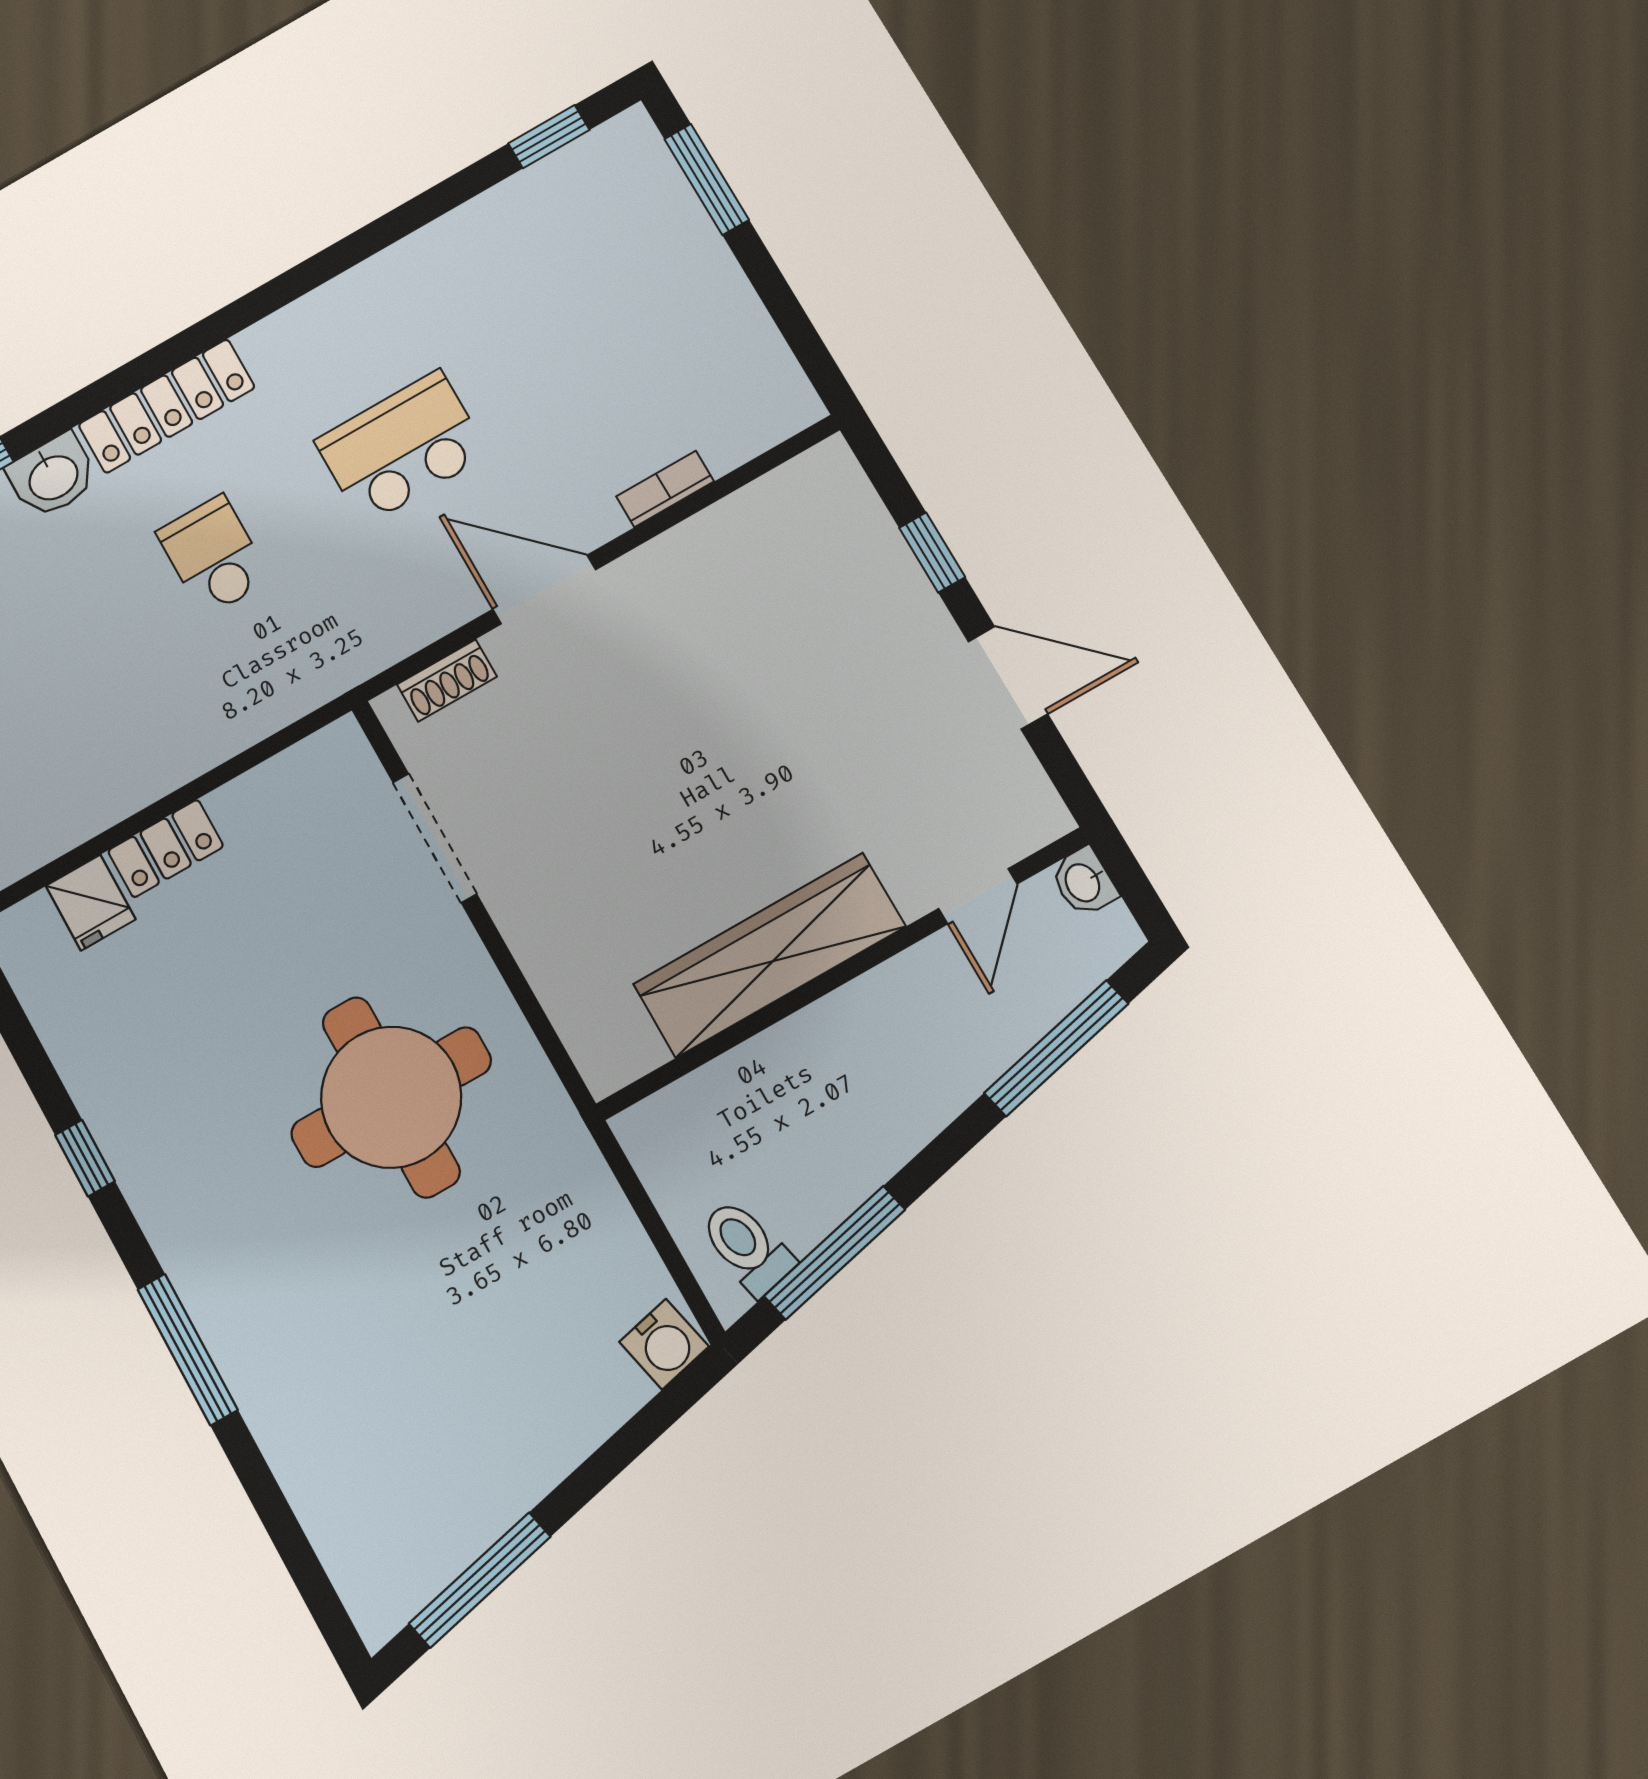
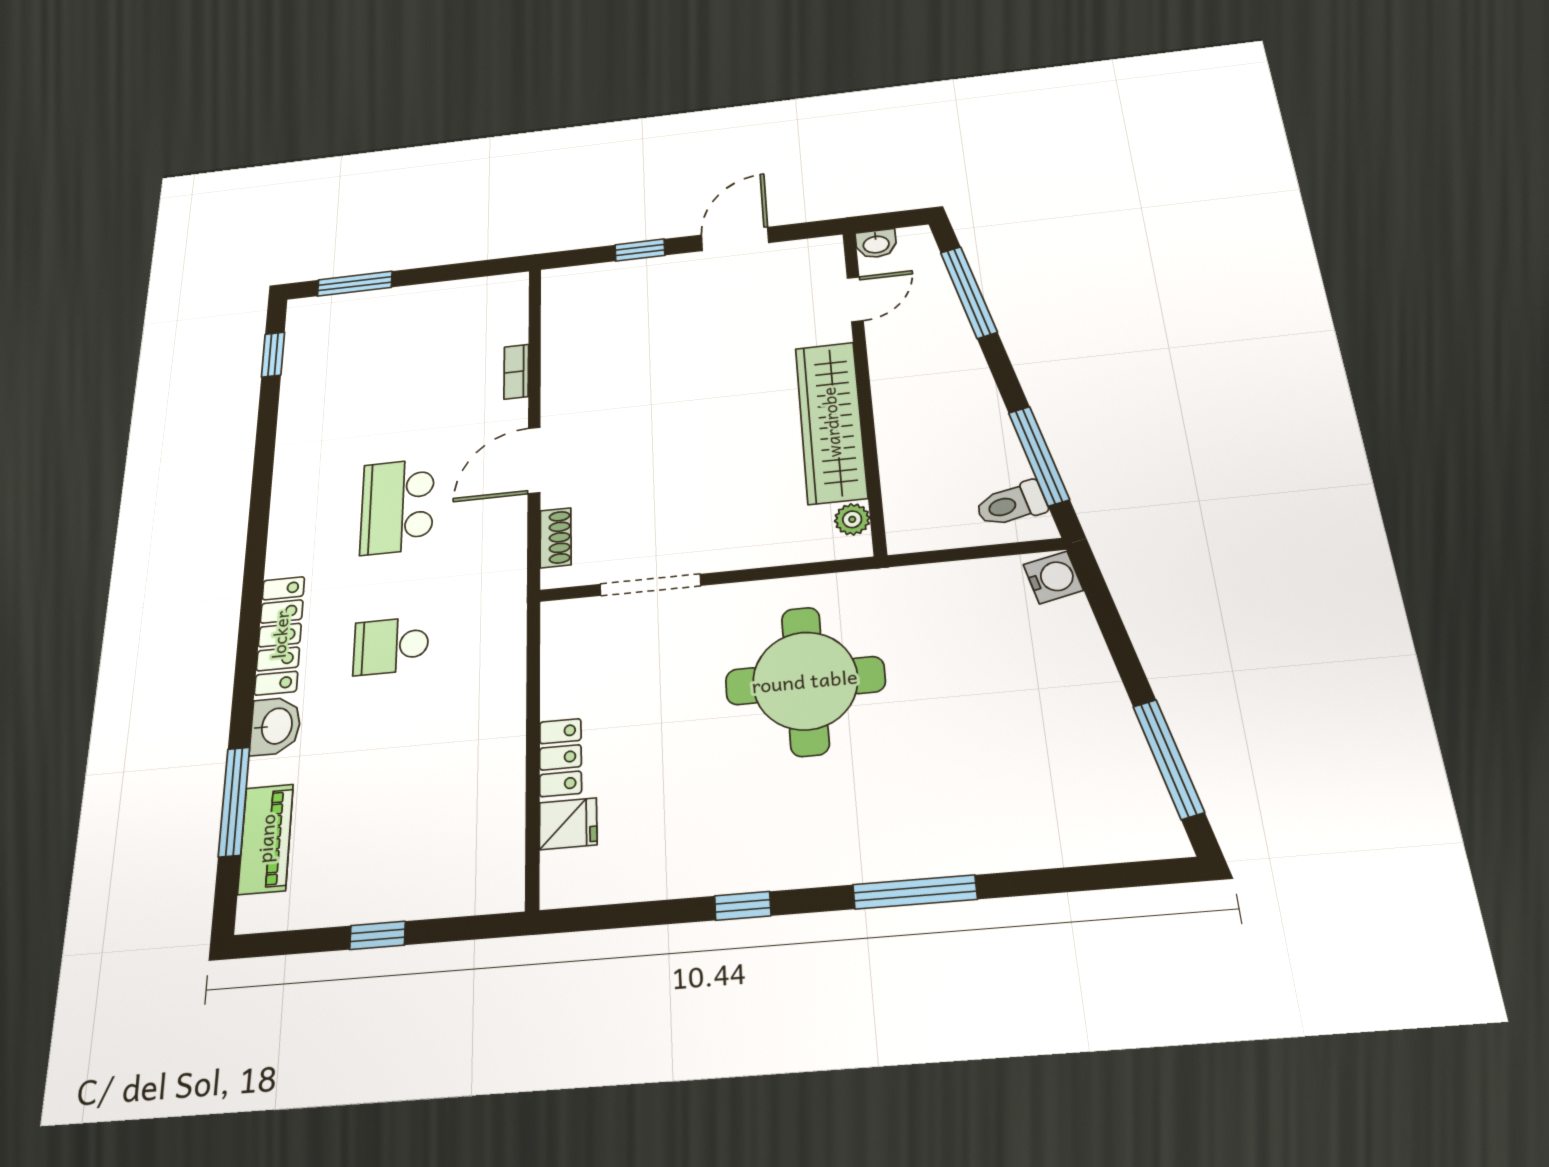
door: (978, 896) -> (855, 299), hinge flipped
plant: (637, 1051) -> (852, 519), added

